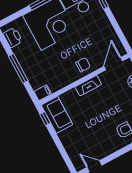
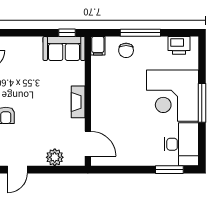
chair: (83, 65) -> (126, 50), moved

